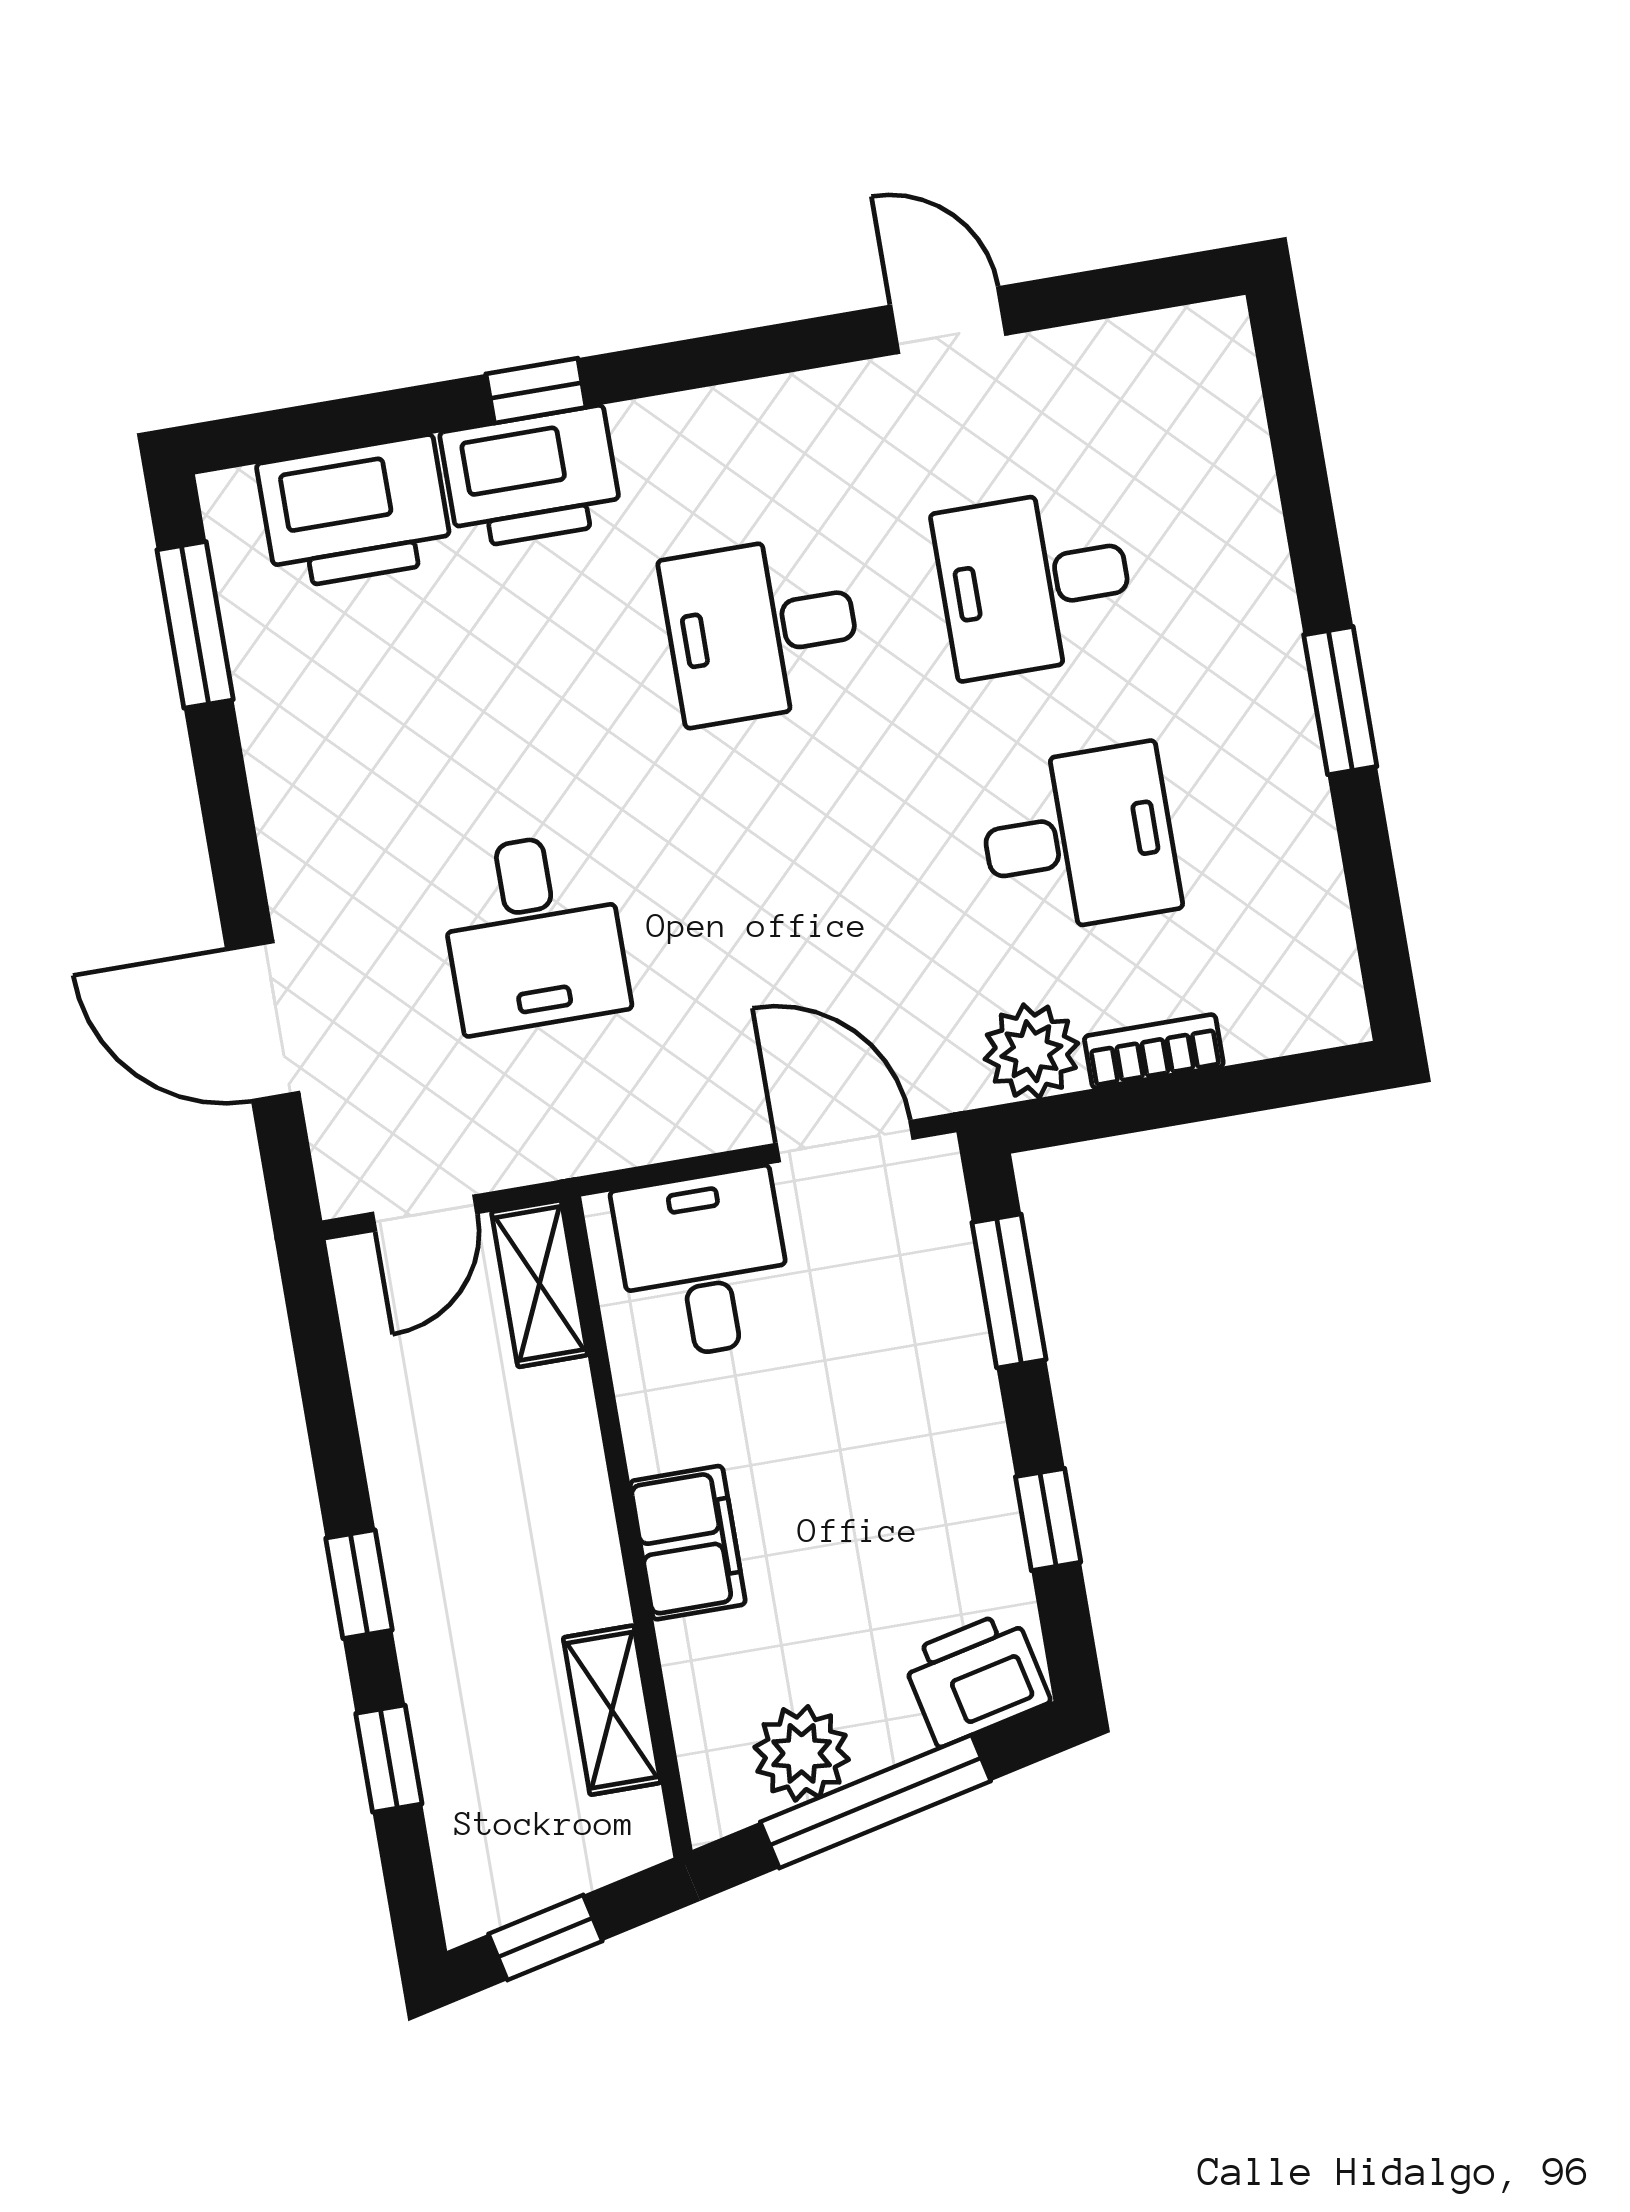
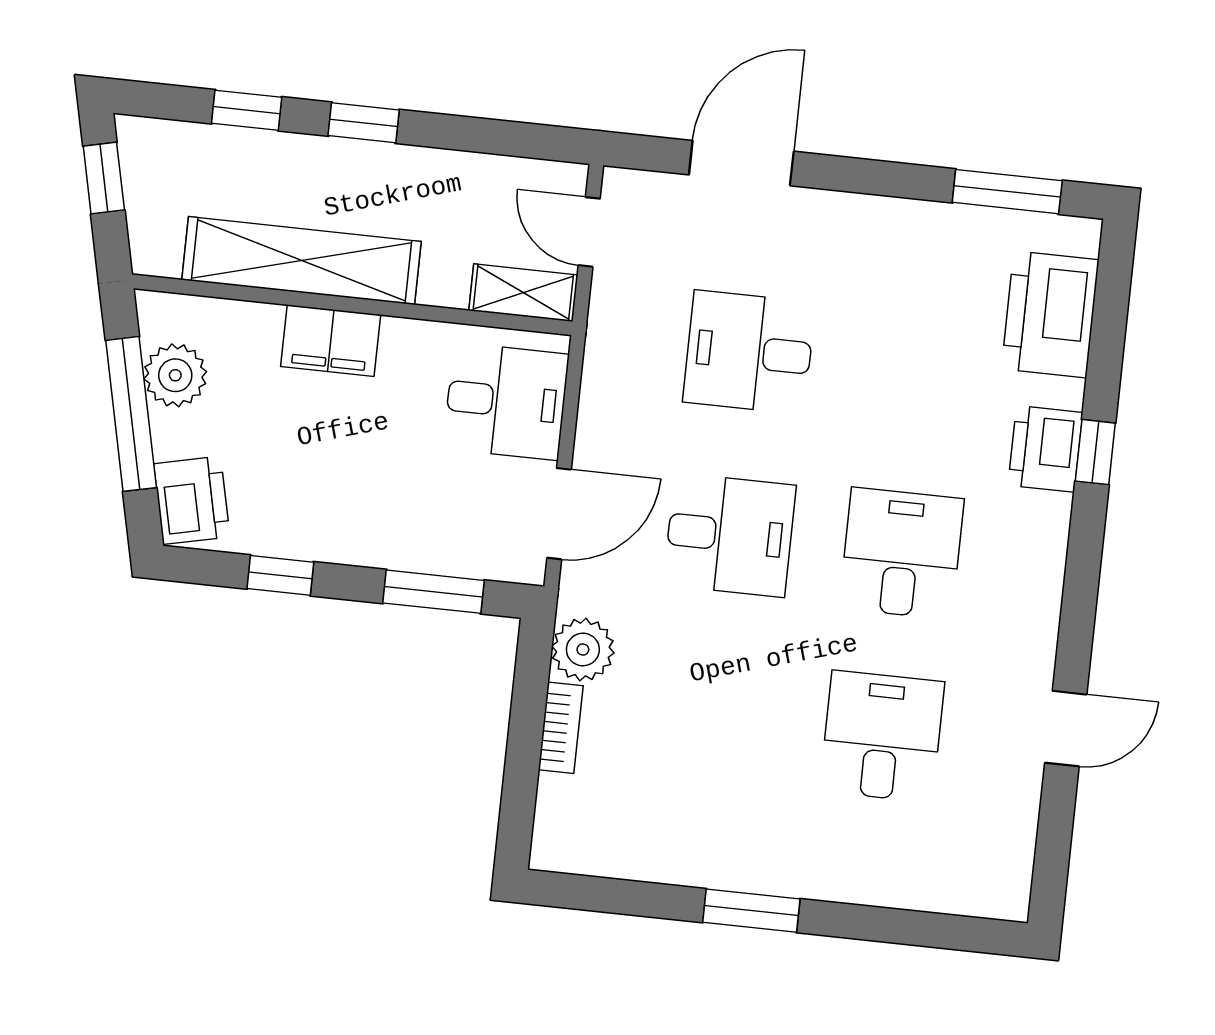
printer: (531, 477) -> (1045, 449), width x0.73, depth x0.84
desk: (1078, 839) -> (730, 535), moved, turned -90
shelving: (612, 1710) -> (302, 261), width x2.20, depth x1.33

